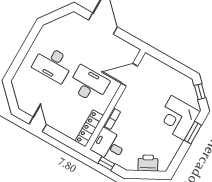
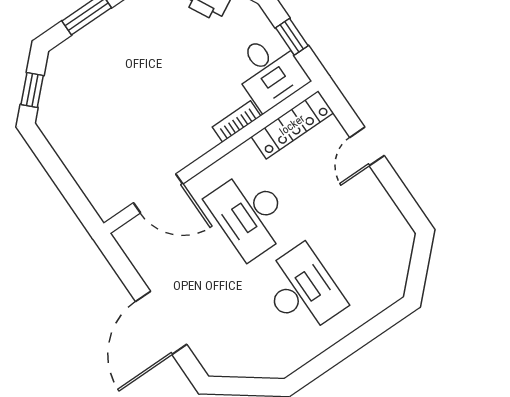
corner desk: (178, 118) -> (103, 59), removed
door: (38, 124) -> (367, 146), moved

